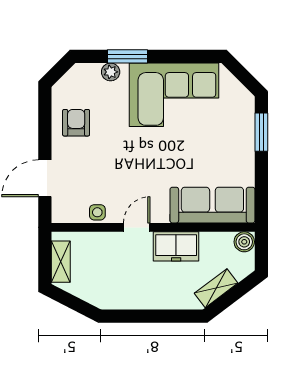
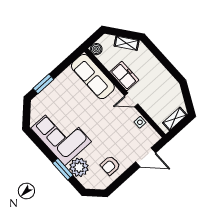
plant: (111, 72) -> (79, 167), width x1.88, depth x1.88

